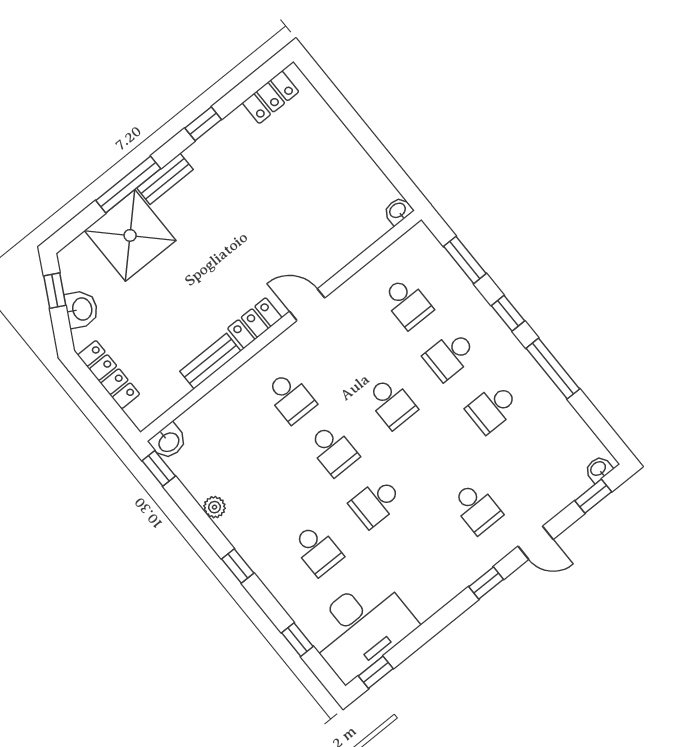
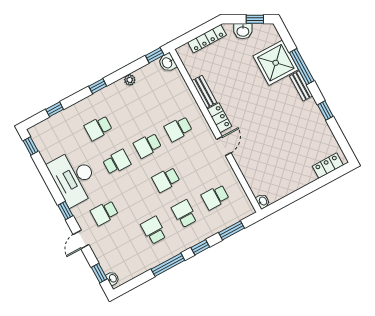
locker: (271, 97) -> (328, 166), moved, turned 90
school desk: (376, 503) -> (117, 162), turned 90
desk: (361, 627) -> (74, 178), moved

